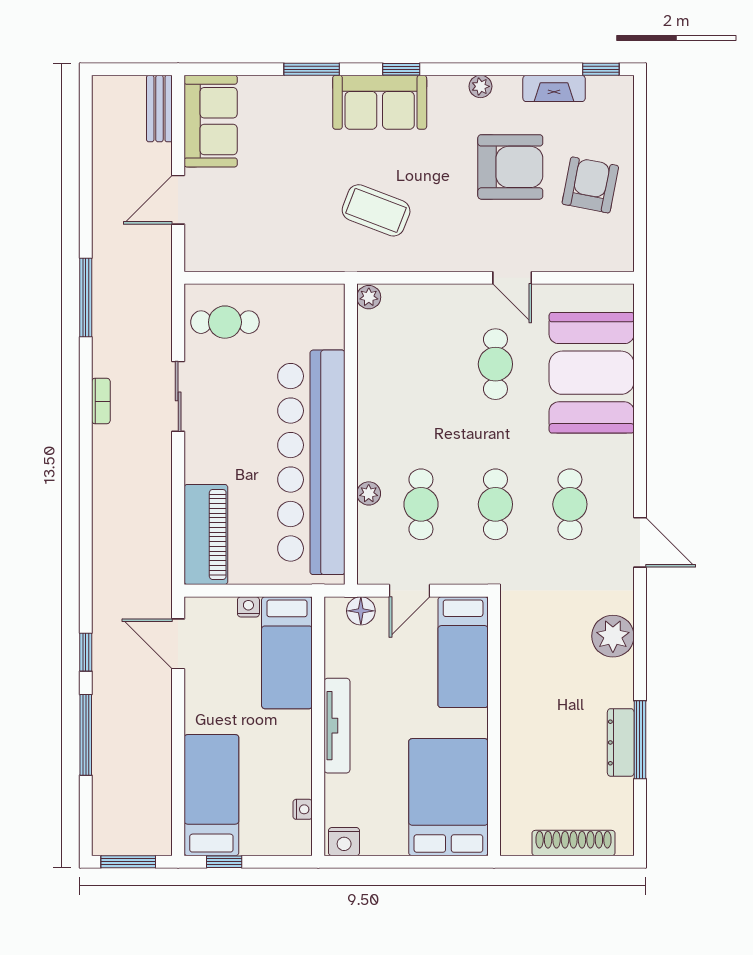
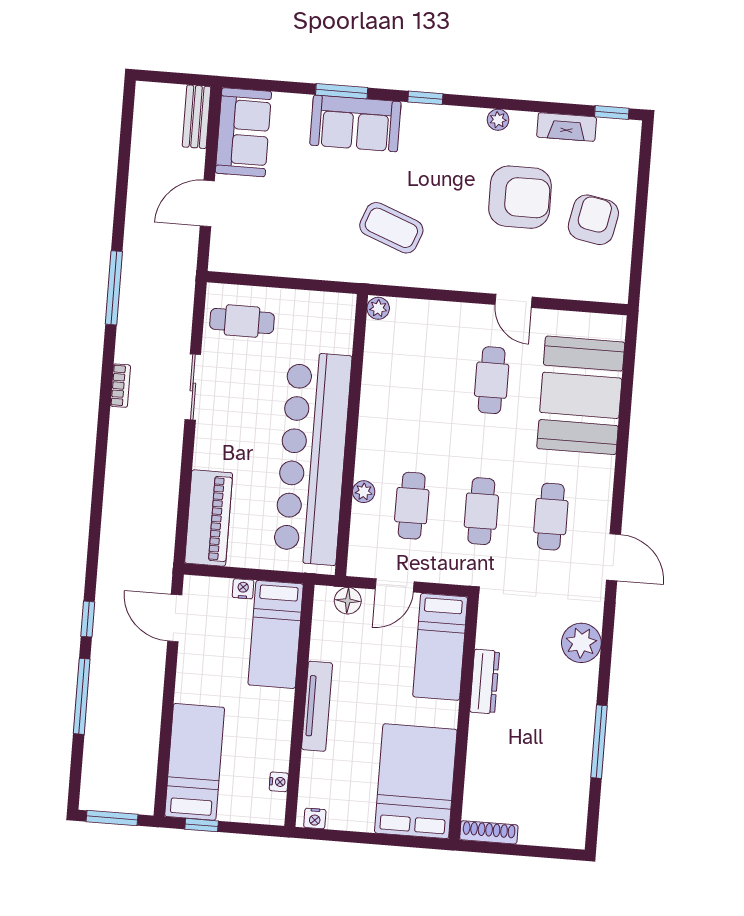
sofa: (380, 102) -> (355, 123), moved
dresser: (621, 742) -> (485, 682), moved, turned 180
nightstand: (344, 842) -> (315, 818), width x0.72, depth x0.74
shoe rack: (573, 843) -> (489, 832), moved, width x0.74, depth x0.81

